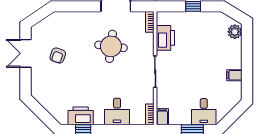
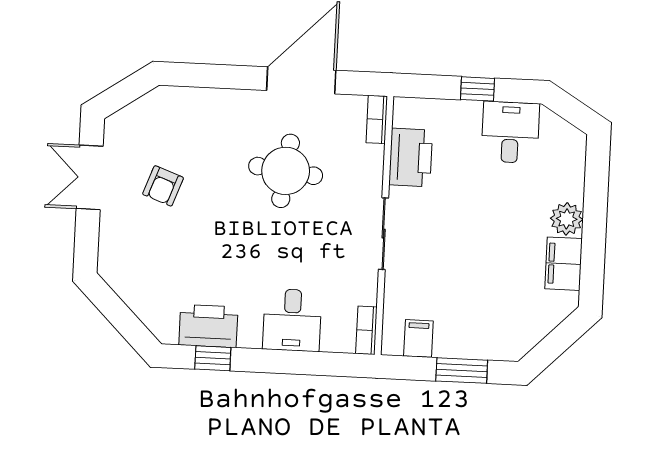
plant: (235, 32) -> (567, 219), moved
filing cabinet: (234, 75) -> (564, 264), width x2.00
desk: (204, 112) -> (510, 132), moved, turned 180
filing cabinet: (162, 117) -> (418, 338), moved

